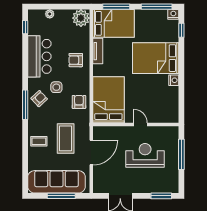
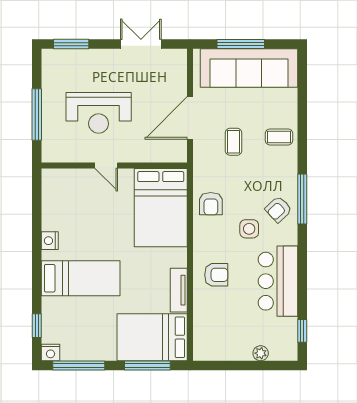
plant: (81, 18) -> (207, 346), removed
bed: (156, 58) -> (81, 278), width x0.67
coffee table: (66, 138) -> (234, 142), width x0.54, depth x0.58

